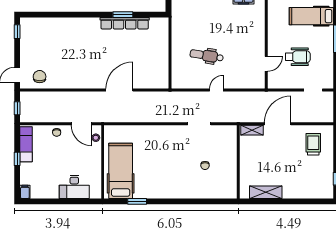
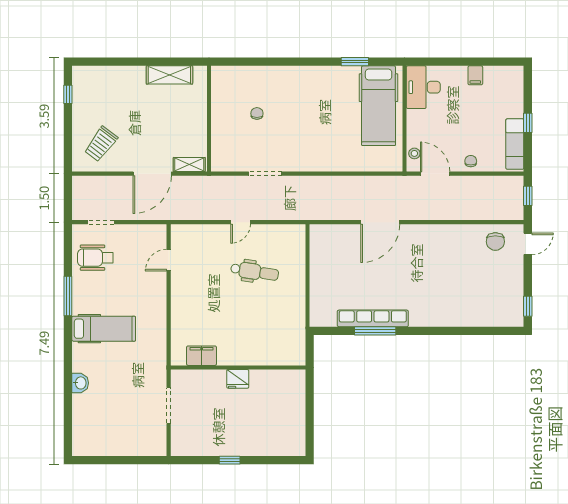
window: (123, 15) -> (375, 331), width x1.44
wheelchair: (298, 57) -> (95, 258), moved
trolley: (313, 144) -> (101, 144), turned 37
desk: (74, 187) -> (423, 87), moved, turned -90
filing cabinet: (25, 192) -> (475, 75), moved

